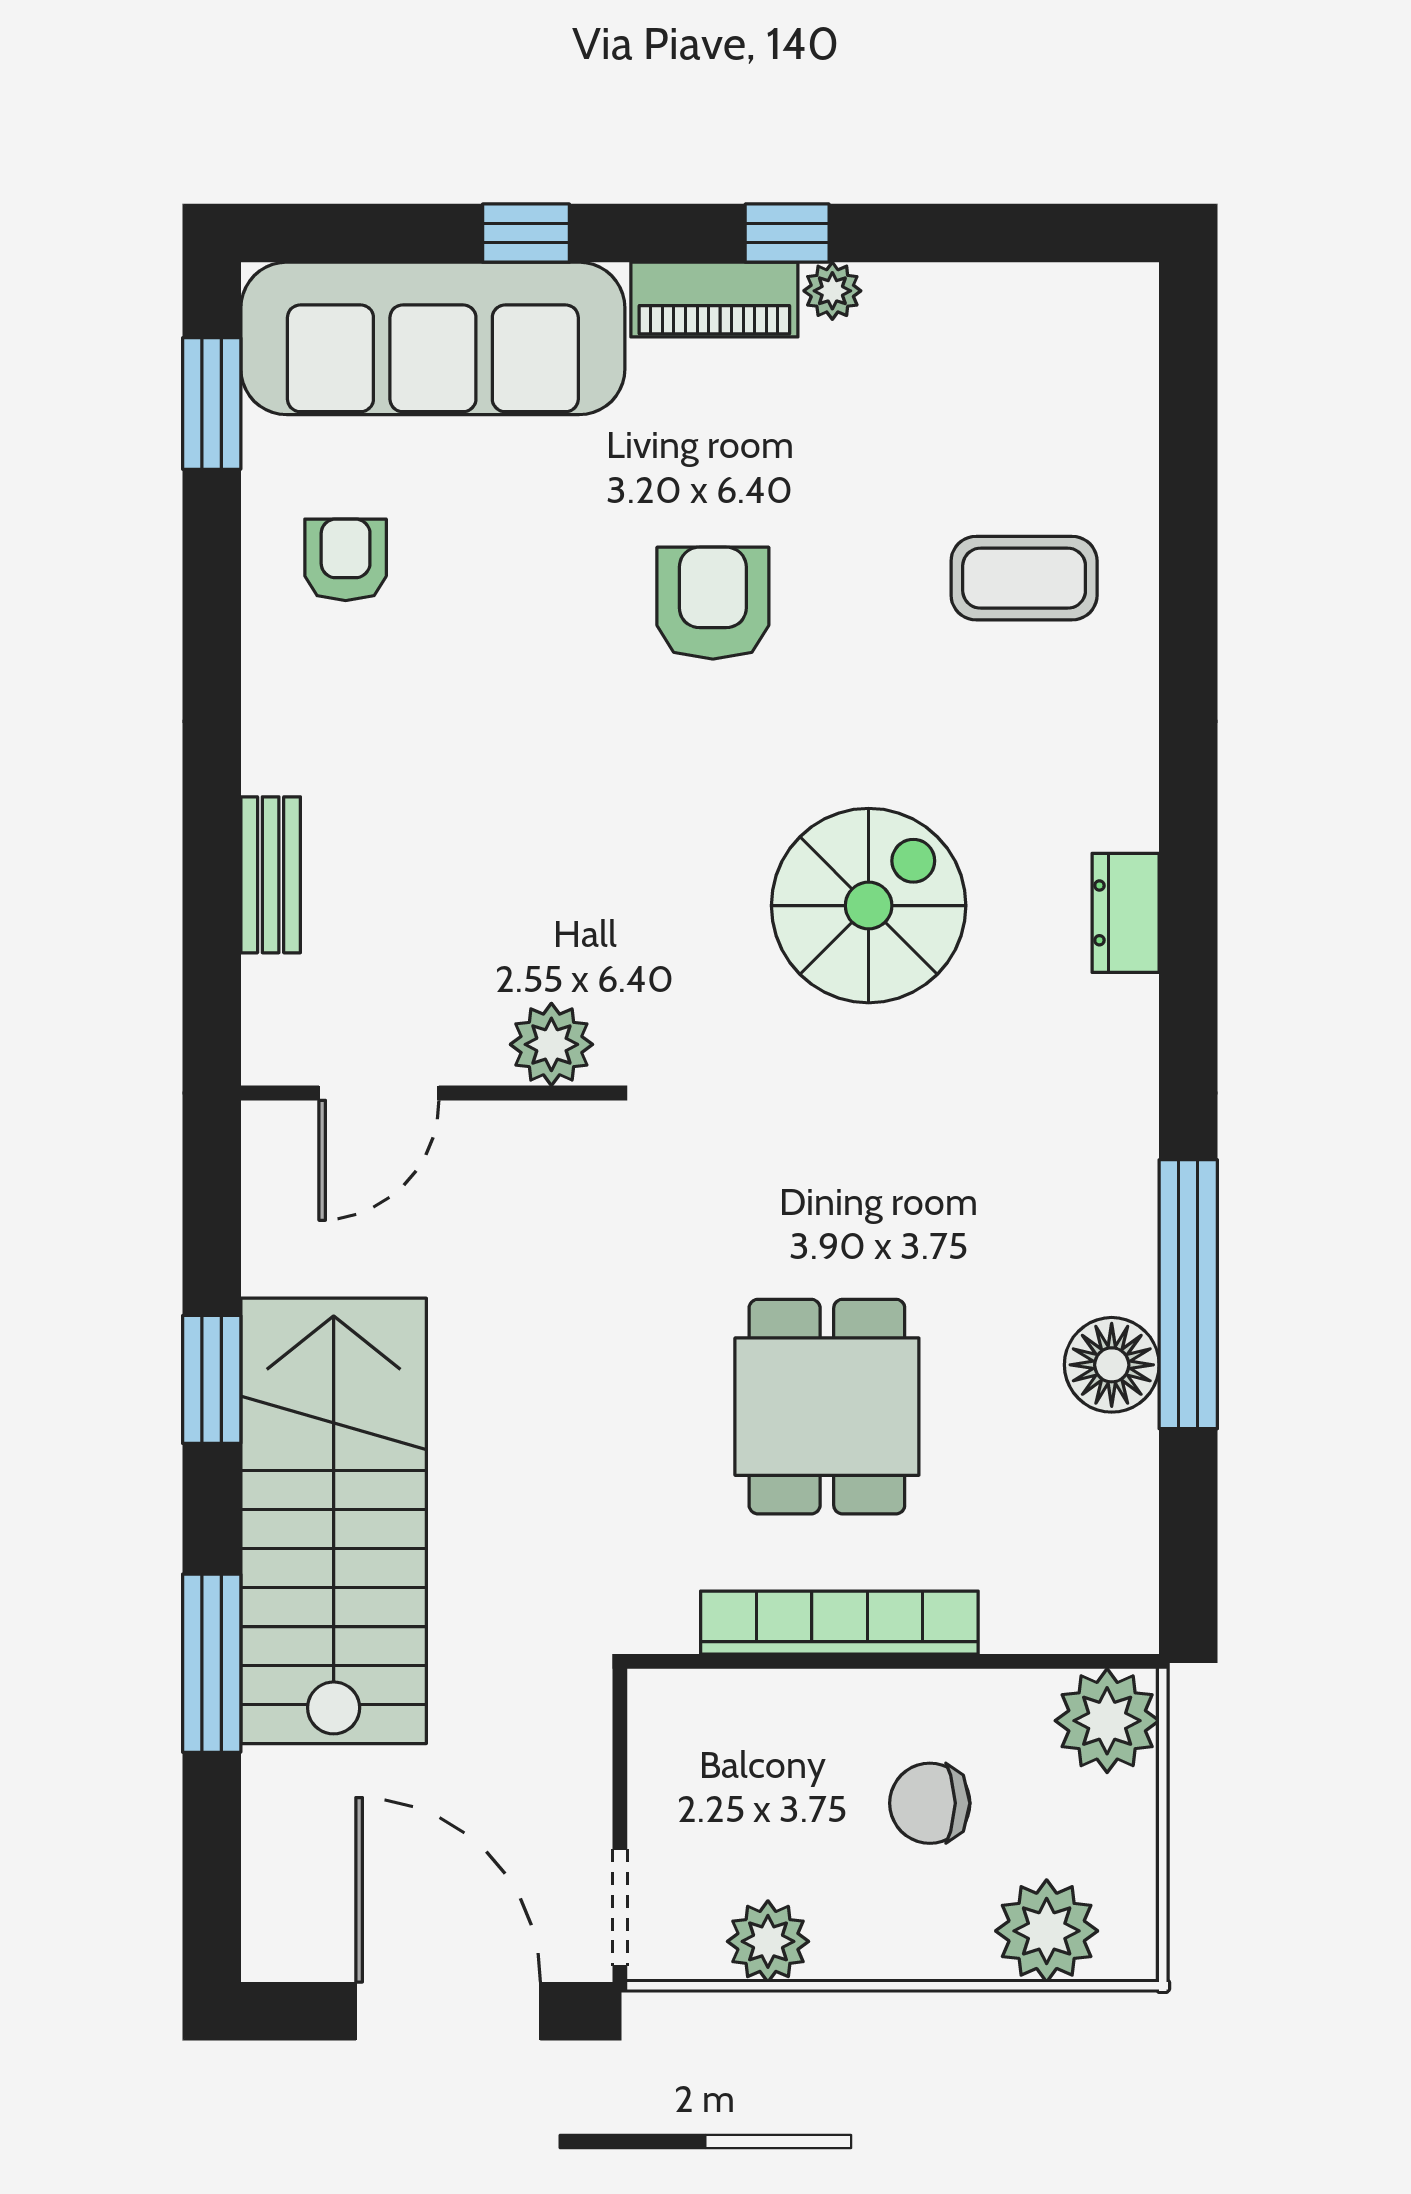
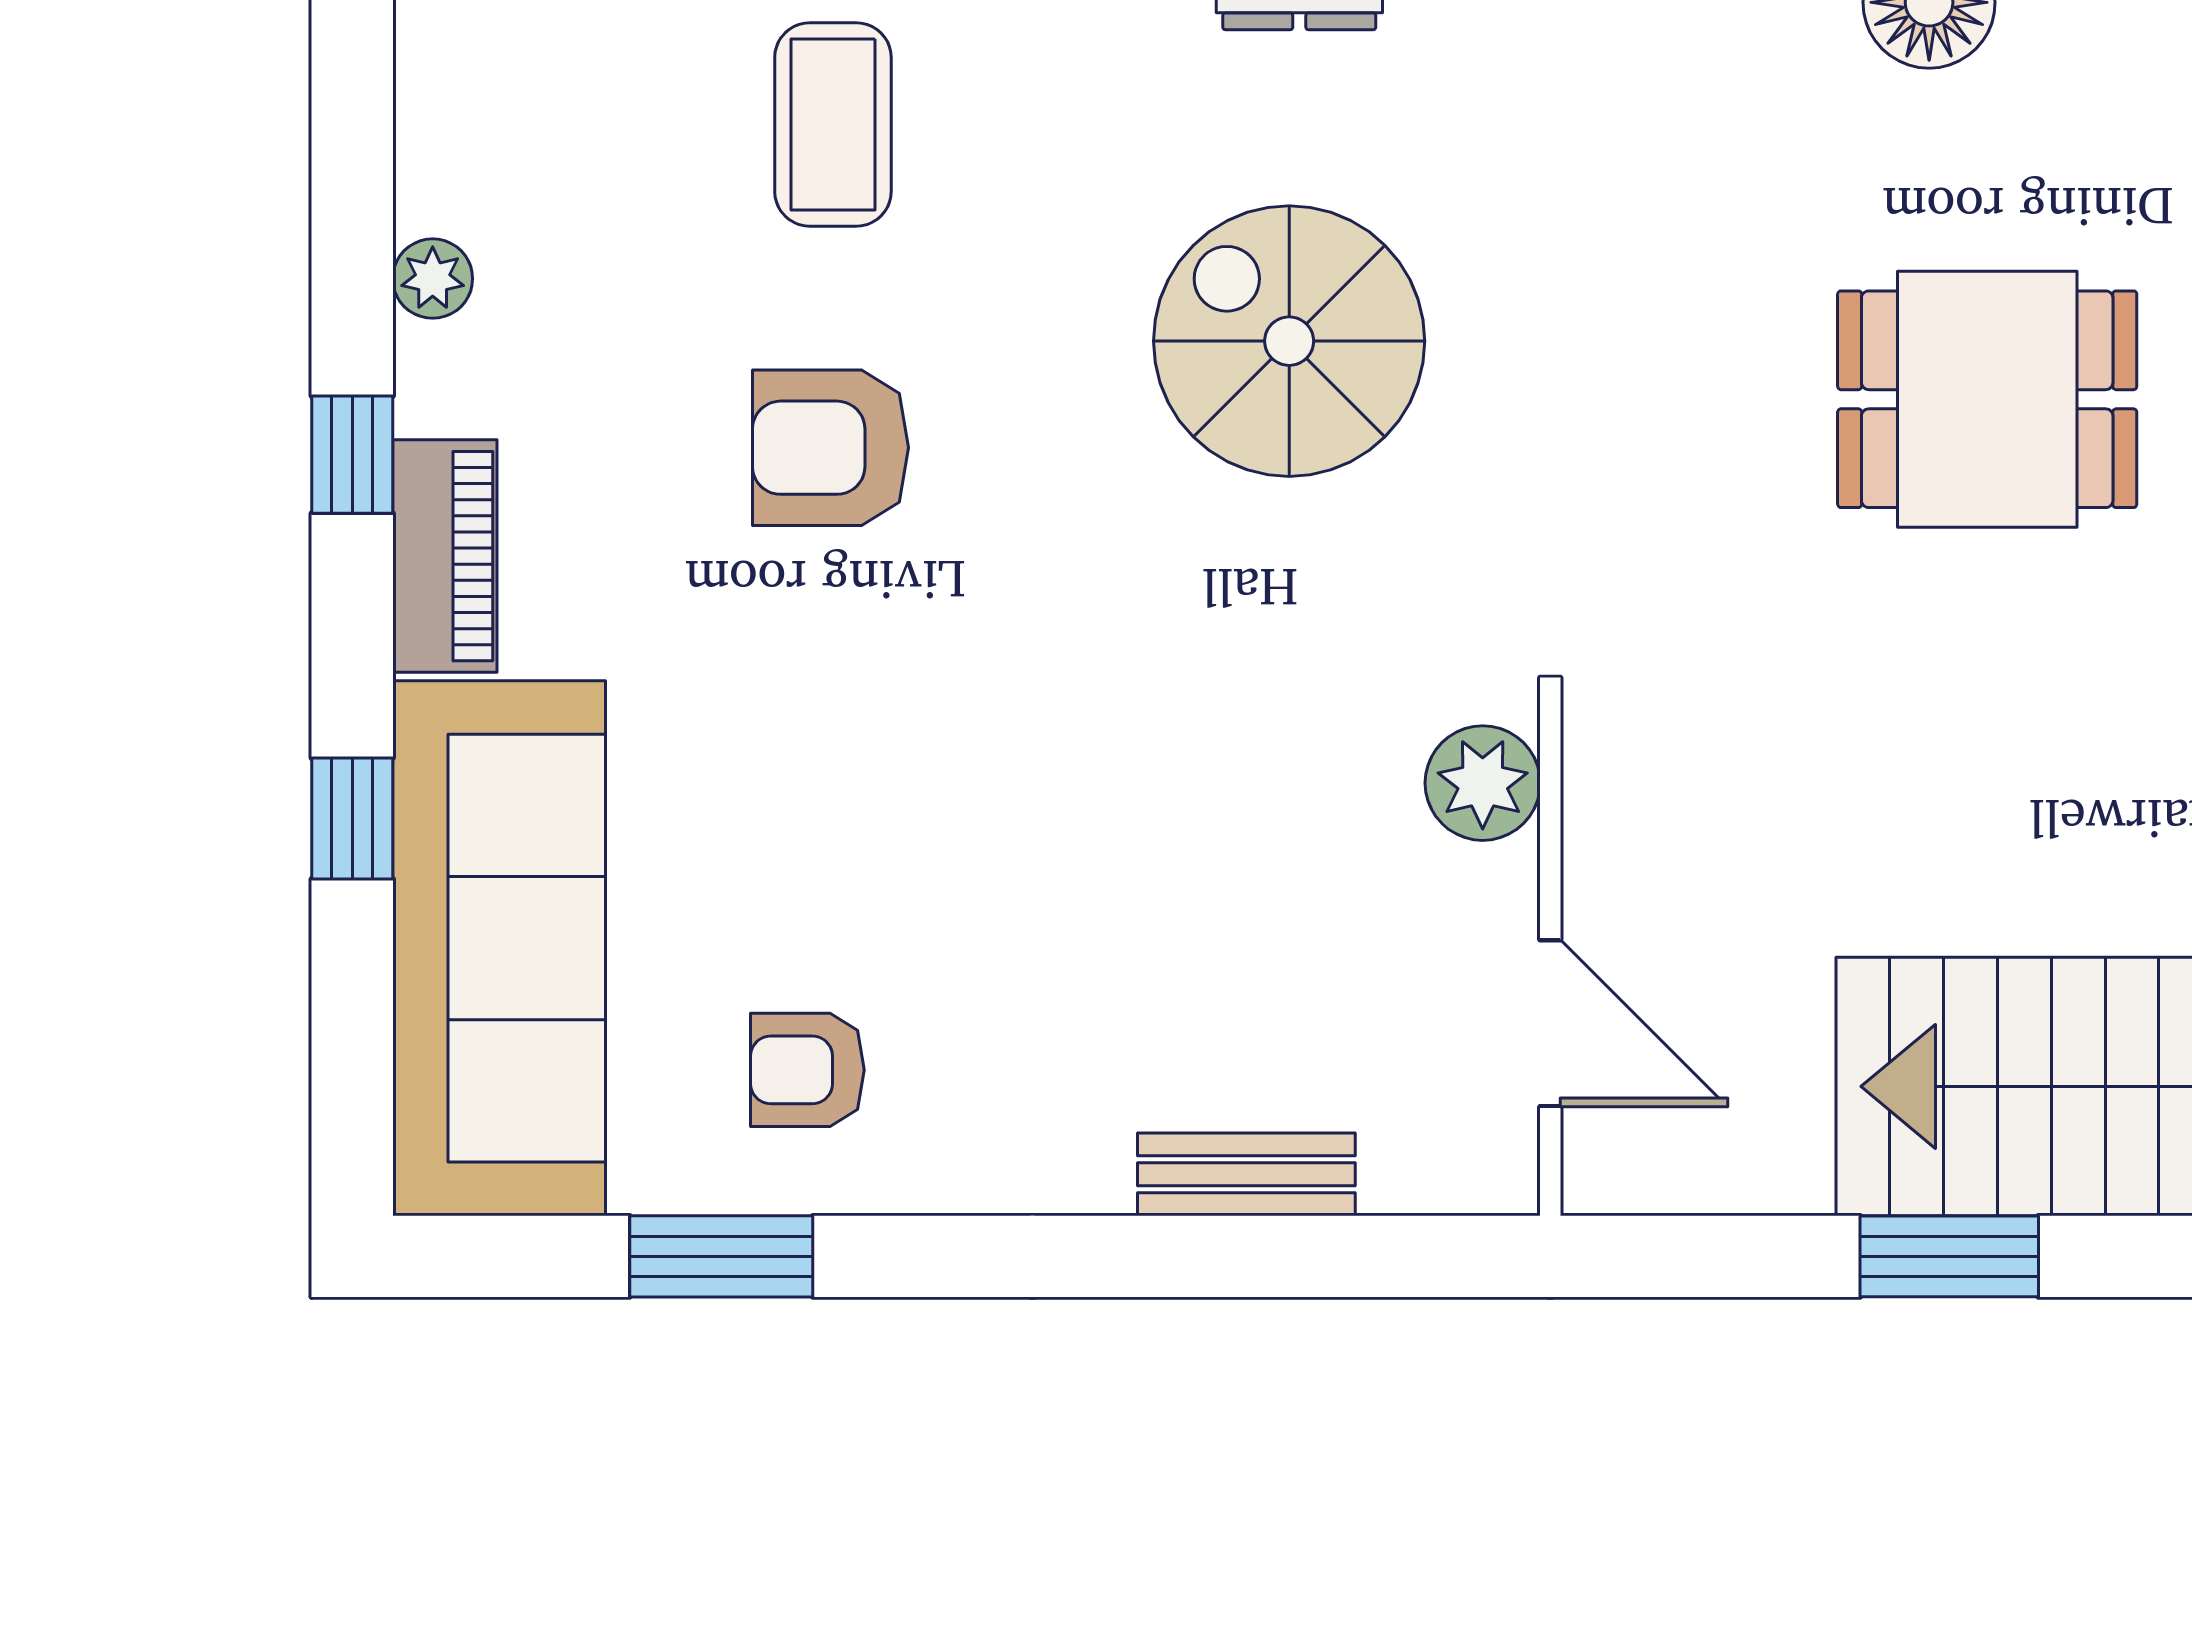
plant: (832, 291) -> (433, 279), moved
window: (212, 403) -> (721, 1256), moved
armchair: (713, 603) -> (831, 448), moved

